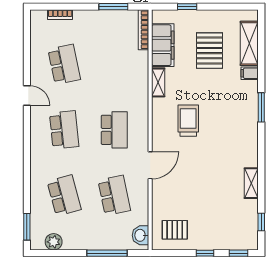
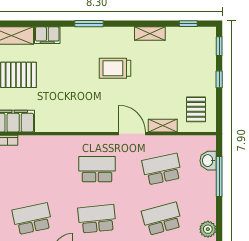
filing cabinet: (250, 73) -> (47, 35), width x2.00
shelving: (158, 82) -> (163, 126), moved
window: (261, 107) -> (89, 24), moved
trolley: (188, 121) -> (115, 68), moved
washbasin: (140, 235) -> (208, 161), moved, turned 90

